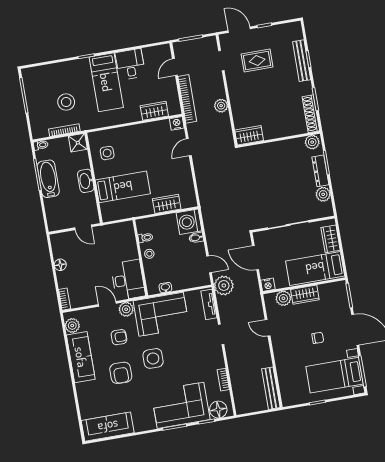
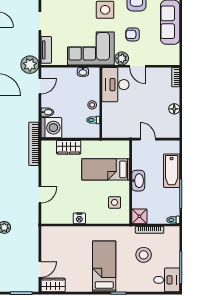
desk: (130, 64) -> (167, 280), moved, turned -90
bookcase: (187, 99) -> (34, 144), moved
wardrobe: (154, 111) -> (53, 285), moved, turned 180
nightstand: (177, 123) -> (79, 218), moved
bathtub: (48, 179) -> (172, 171), moved
door: (209, 264) -> (40, 86), swing flipped
plant: (72, 326) -> (173, 52), removed

